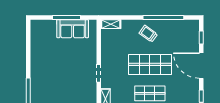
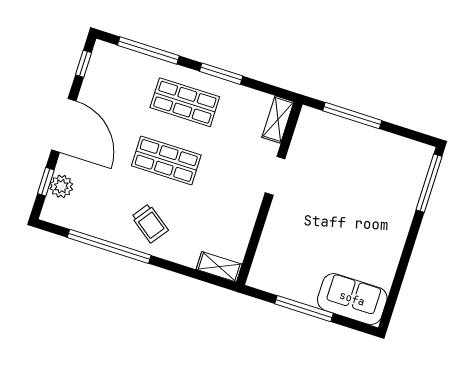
sofa: (73, 29) -> (352, 299), moved
plant: (194, 38) -> (61, 186), added
shop shelf: (150, 64) -> (166, 160), width x0.70, depth x0.74

